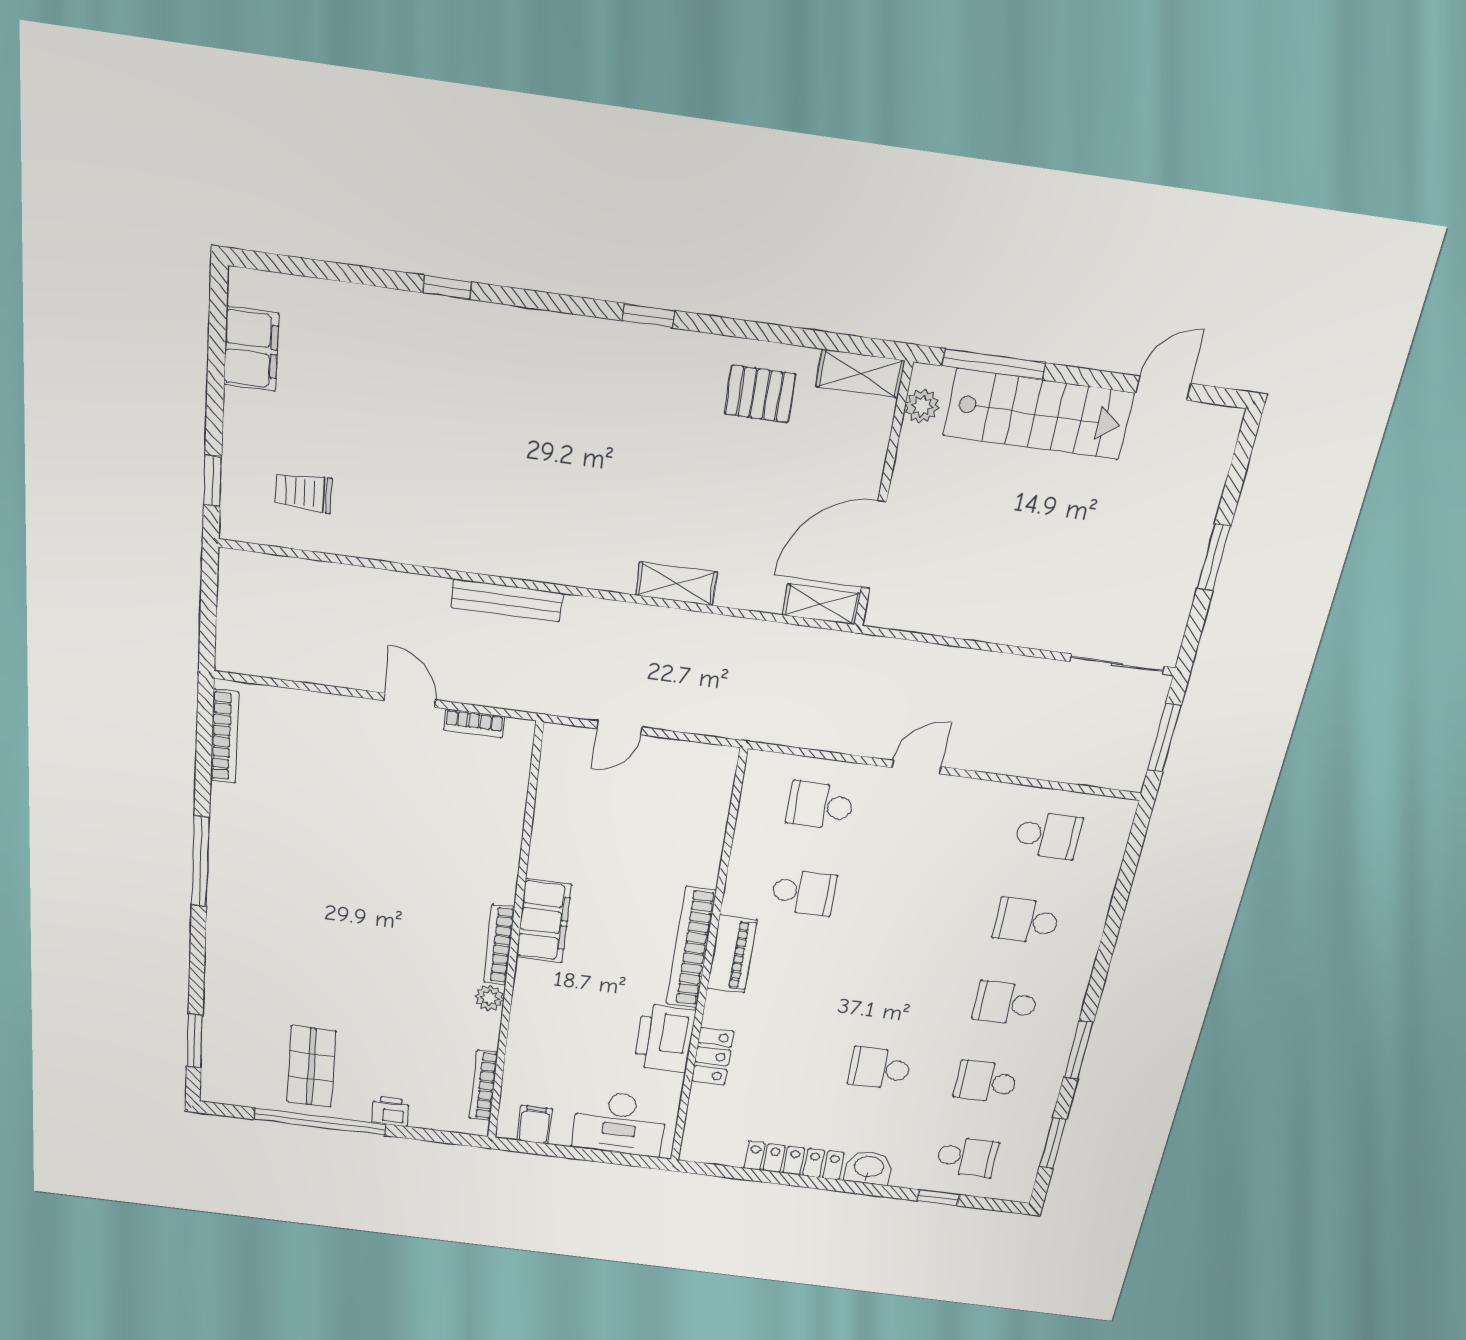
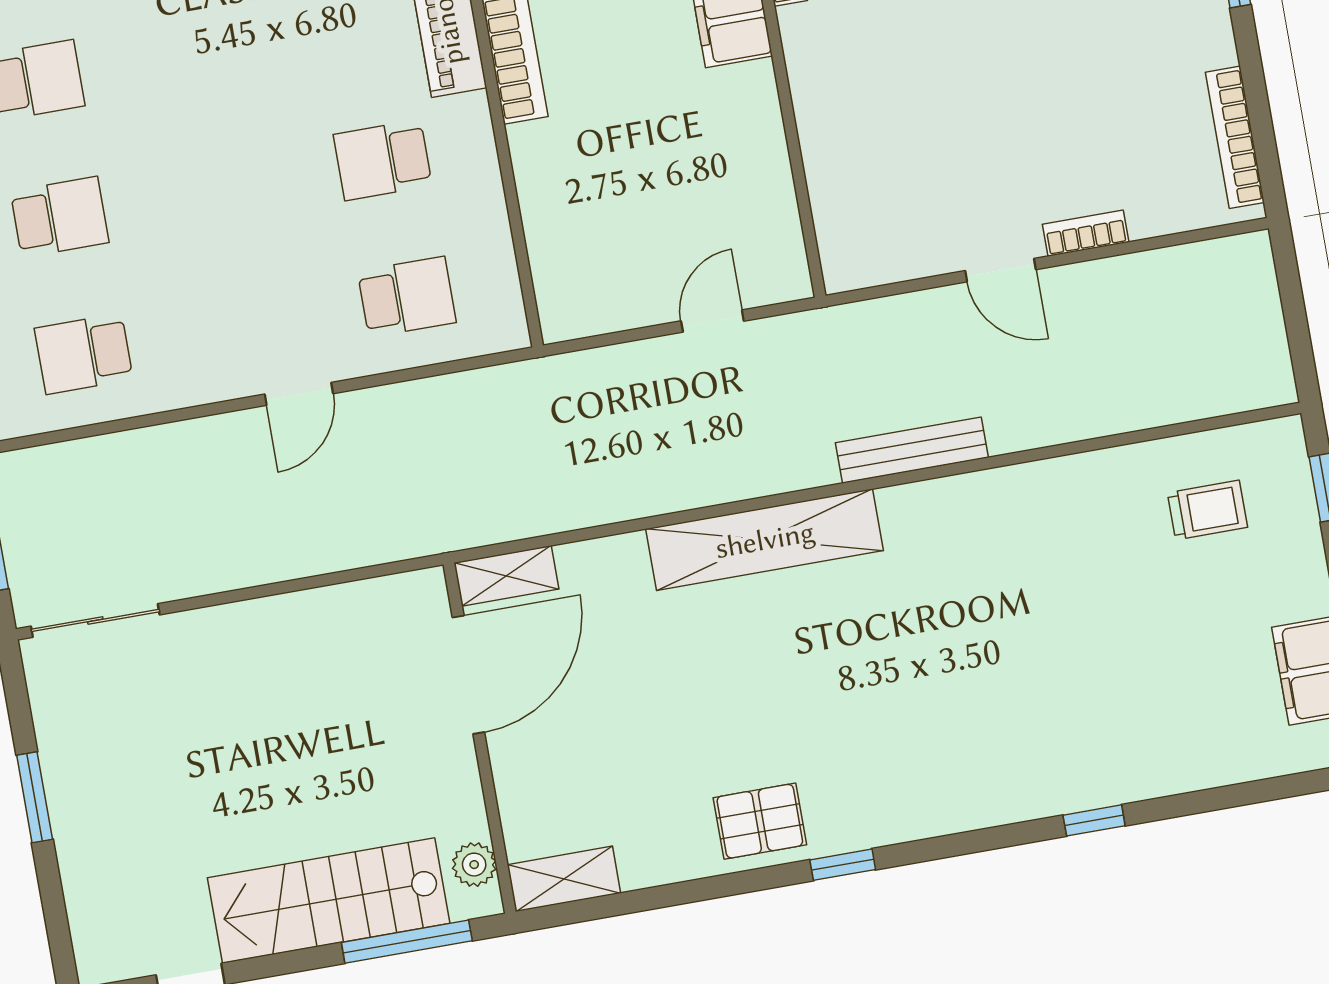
pallet: (760, 394) -> (760, 821), moved
shelving: (676, 584) -> (765, 540), width x2.20, depth x1.33
bookcase: (474, 723) -> (1086, 233), moved

